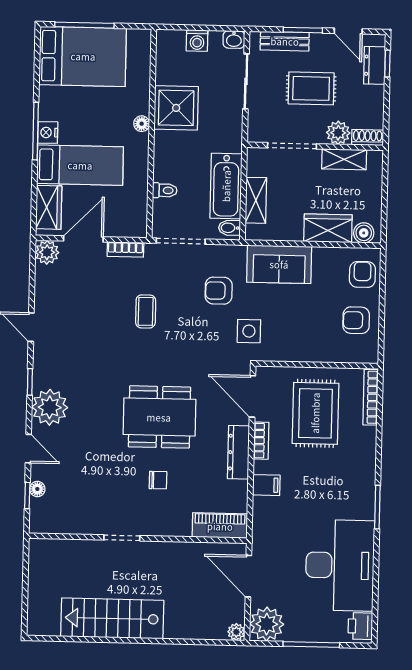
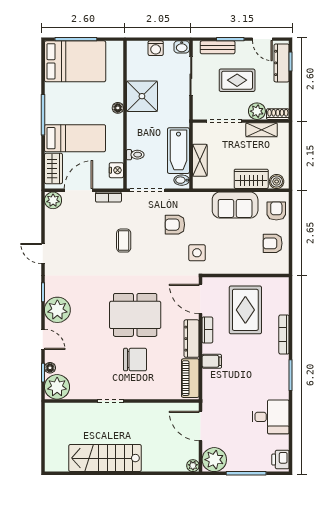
dresser: (375, 65) -> (282, 63), width x1.44
nightstand: (48, 132) -> (116, 170), moved, turned 180
sofa: (279, 264) -> (235, 205), moved
bookcase: (370, 397) -> (284, 334), moved
chair: (158, 480) -> (135, 360), width x1.87, depth x1.87
plant: (47, 516) -> (57, 387), added
piano: (220, 526) -> (190, 378), moved, turned -90
desk: (340, 565) -> (271, 417), width x0.53, depth x0.77

